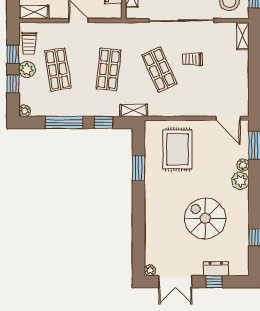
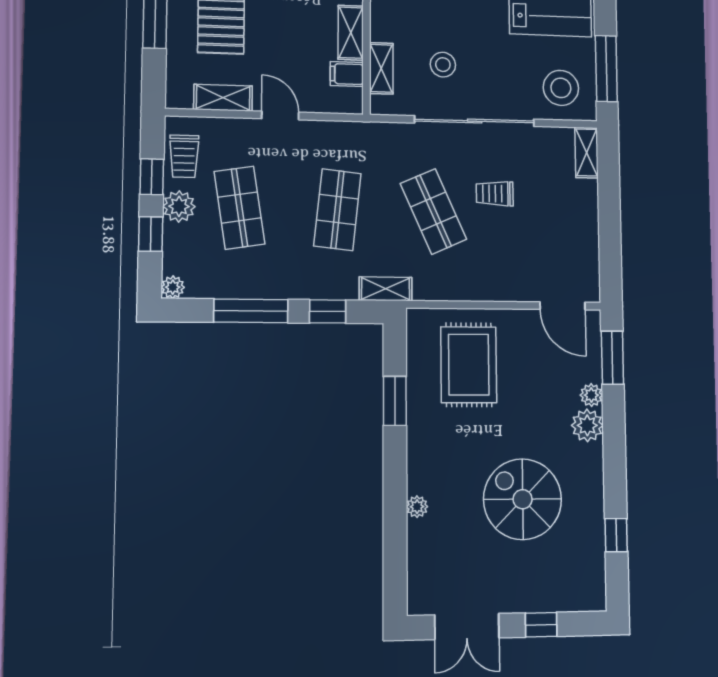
shelving: (34, 12) -> (223, 98), moved
dresser: (216, 269) -> (544, 599), removed
plant: (150, 270) -> (417, 507), moved

